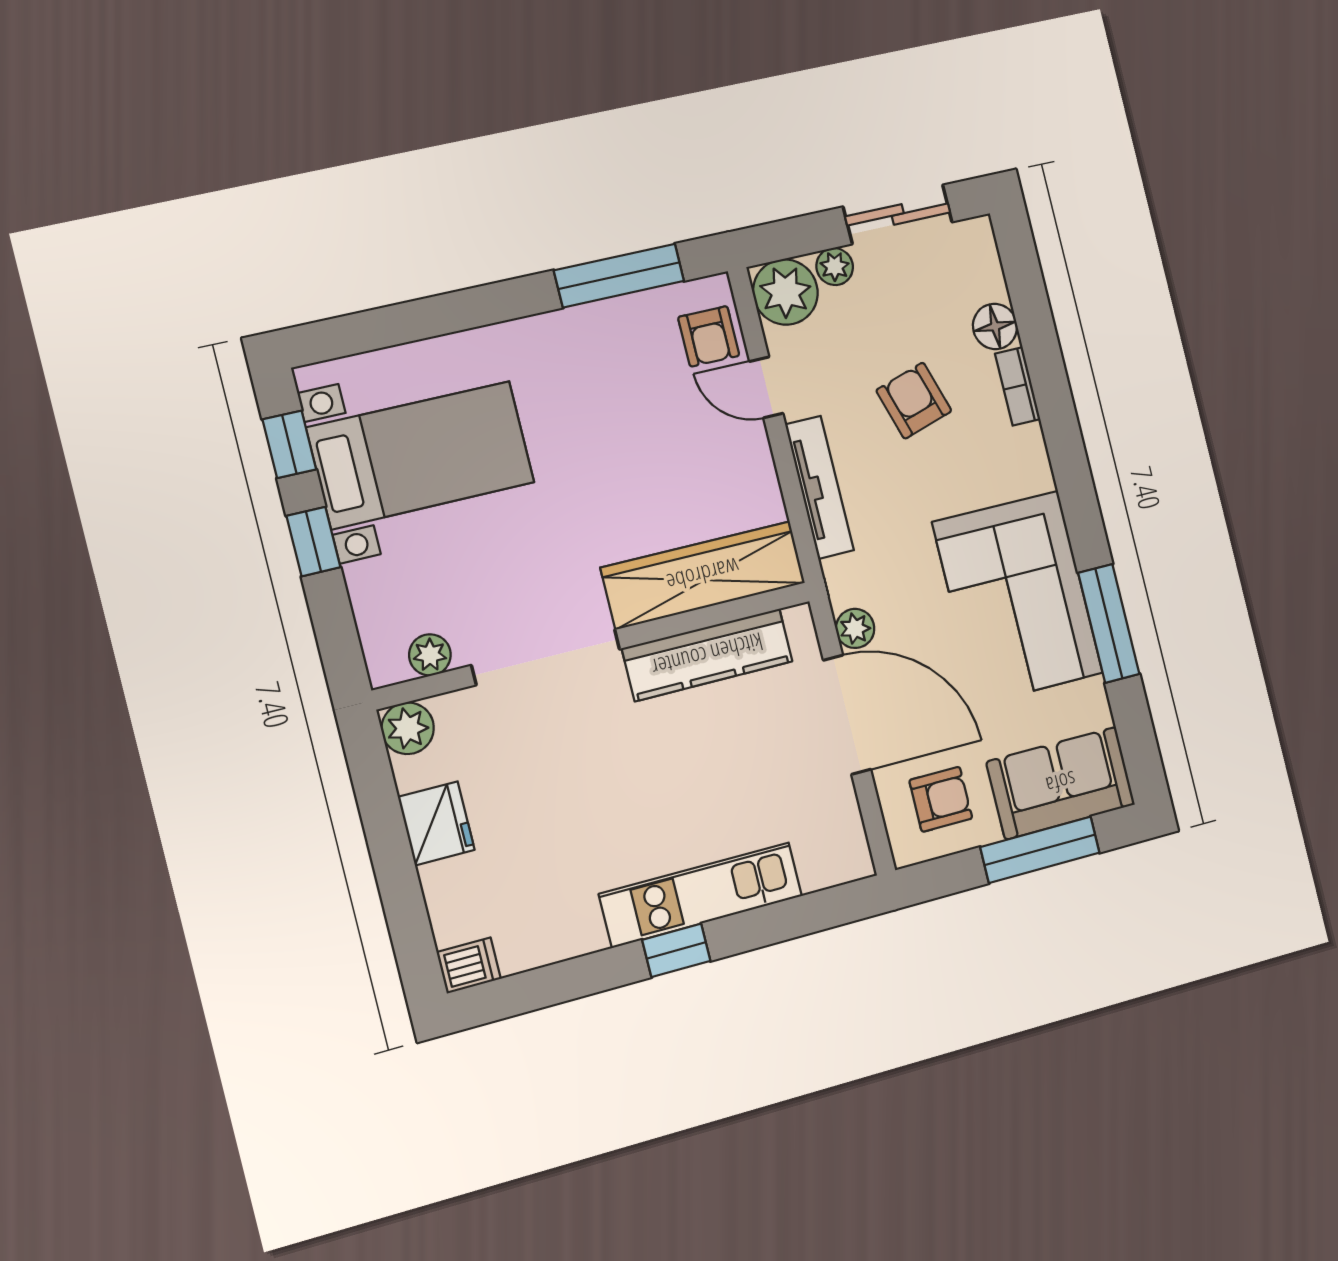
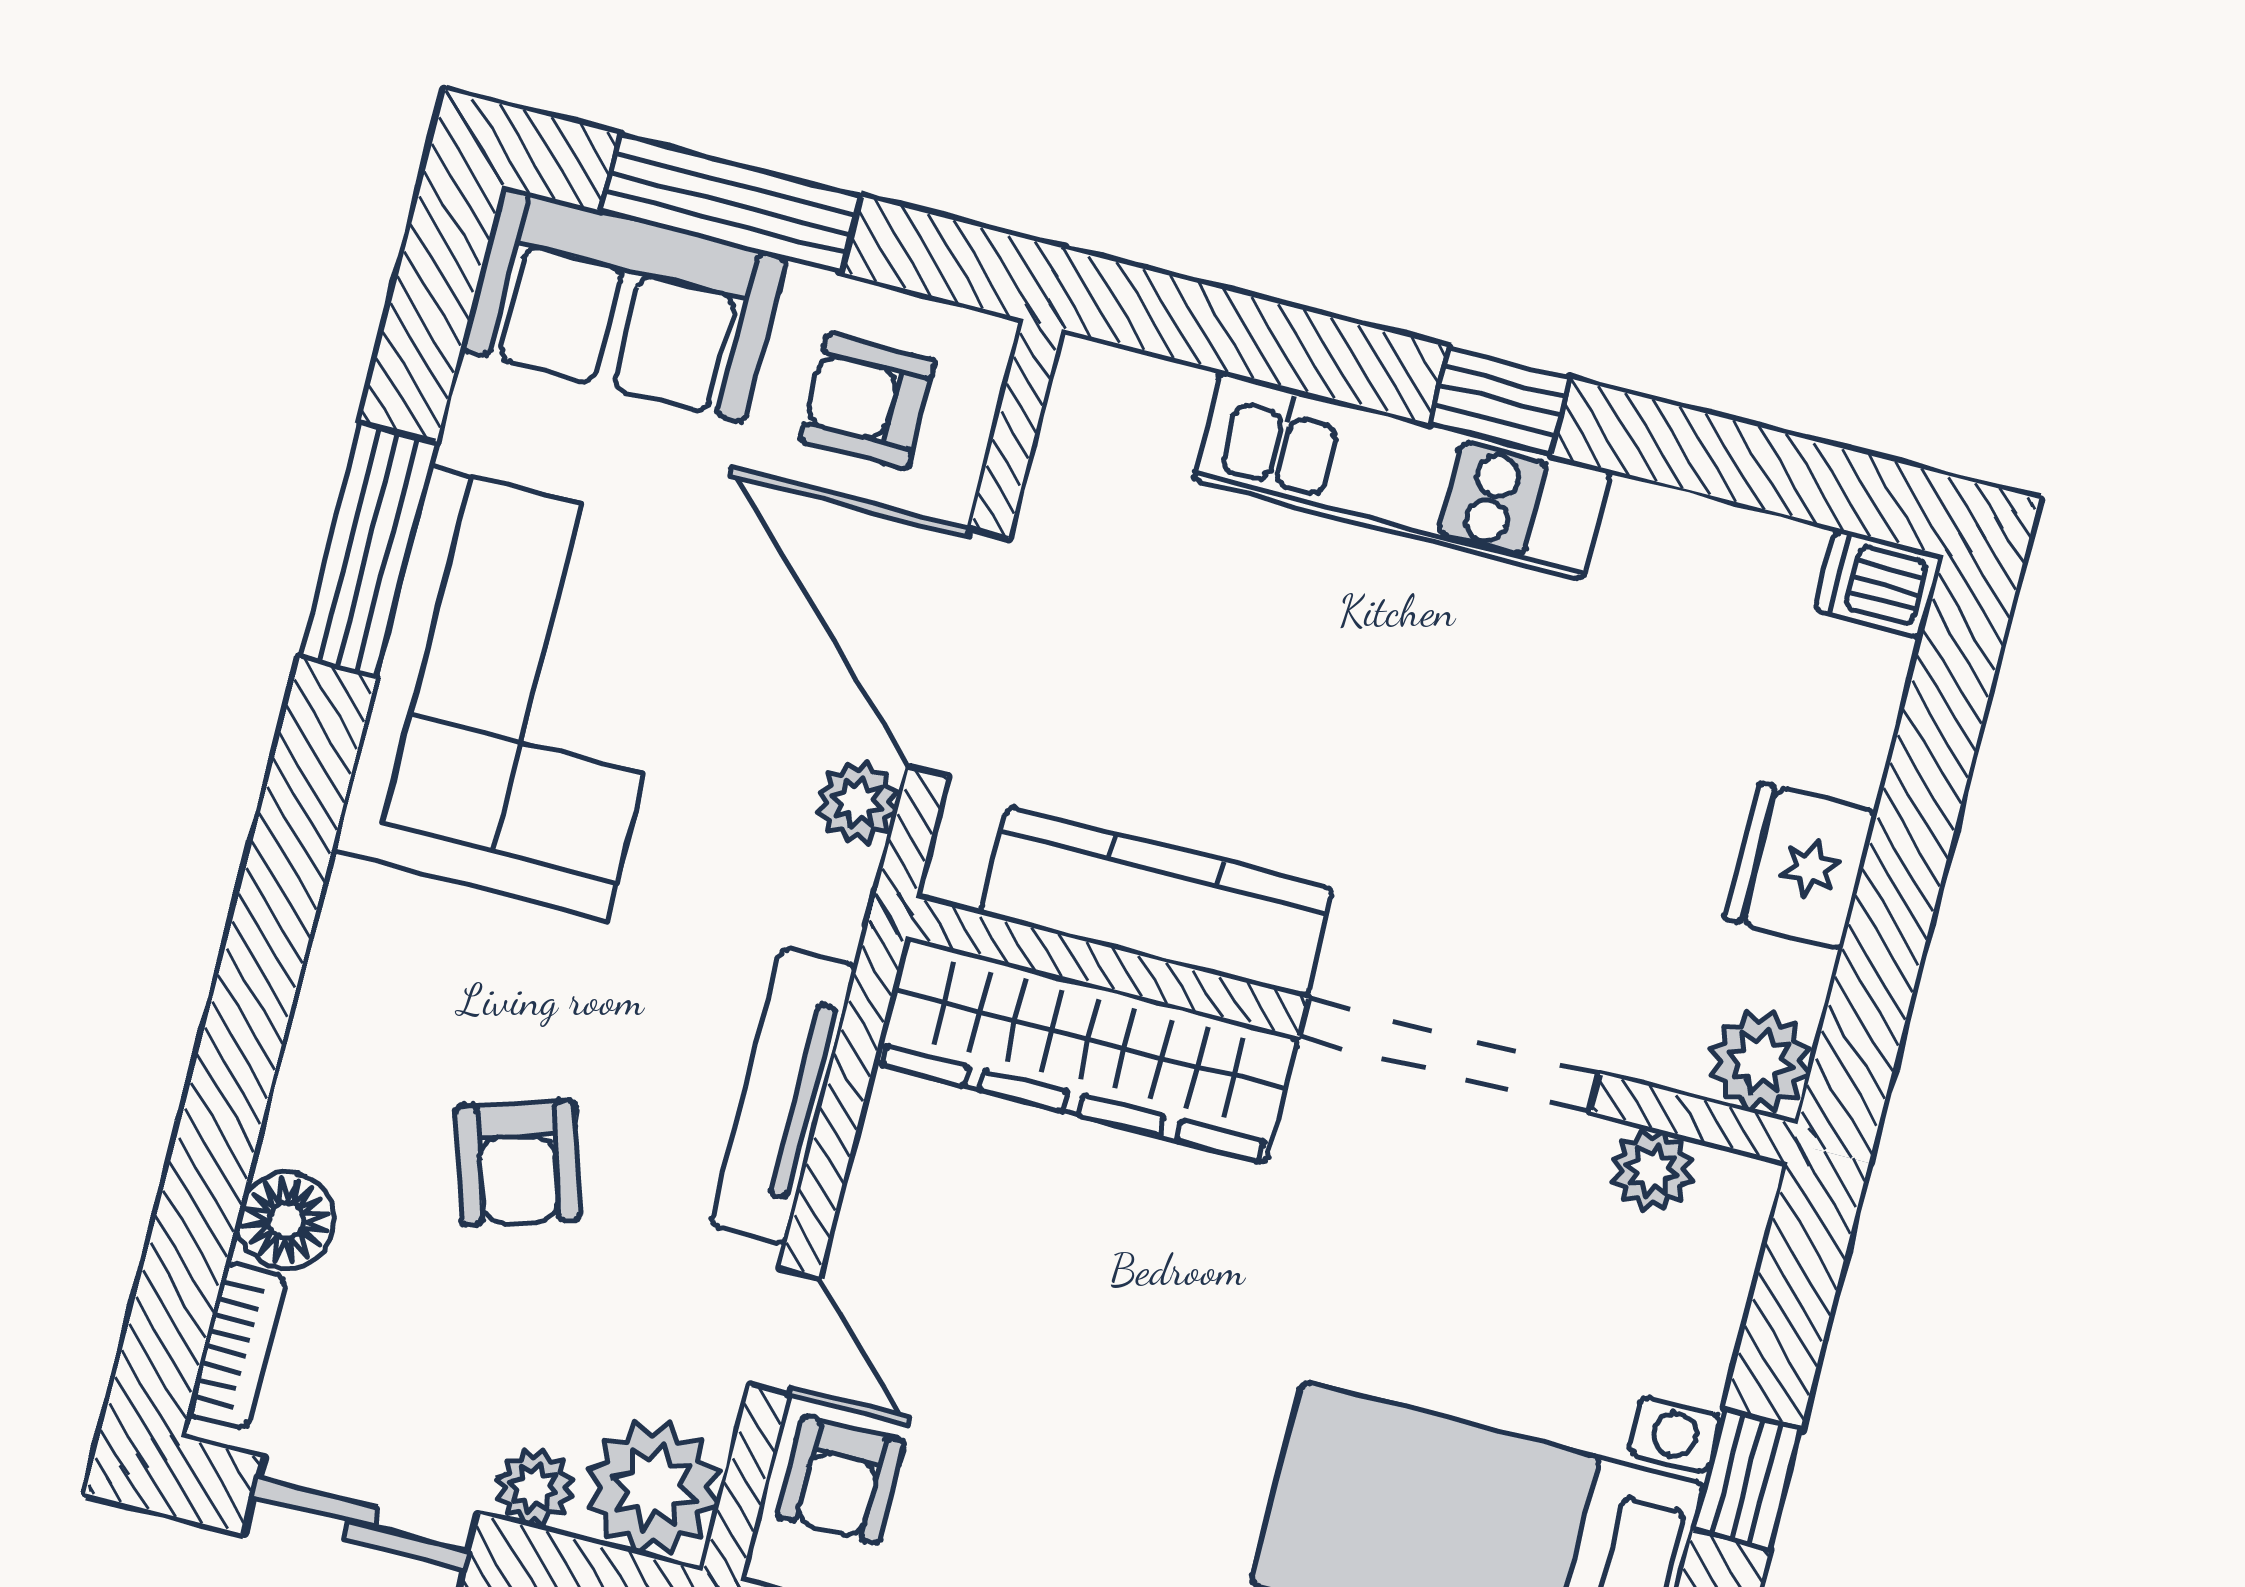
armchair: (709, 336) -> (841, 1479), turned 180
bookcase: (1018, 386) -> (237, 1346), moved

